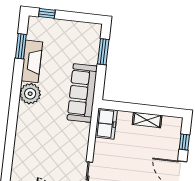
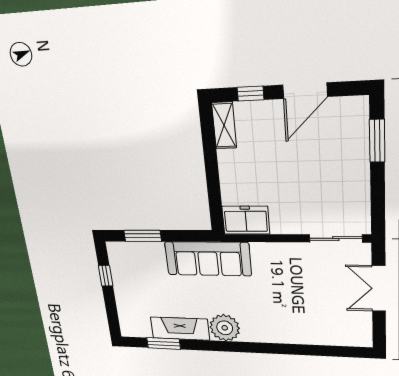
window: (47, 13) -> (106, 276), moved
shelving: (147, 120) -> (224, 125), moved

